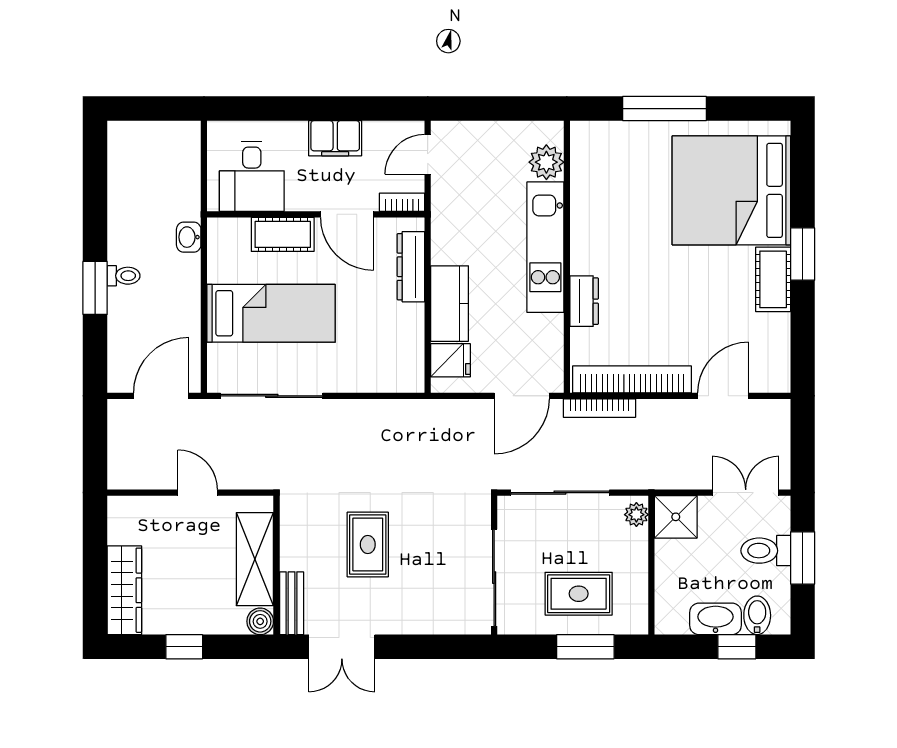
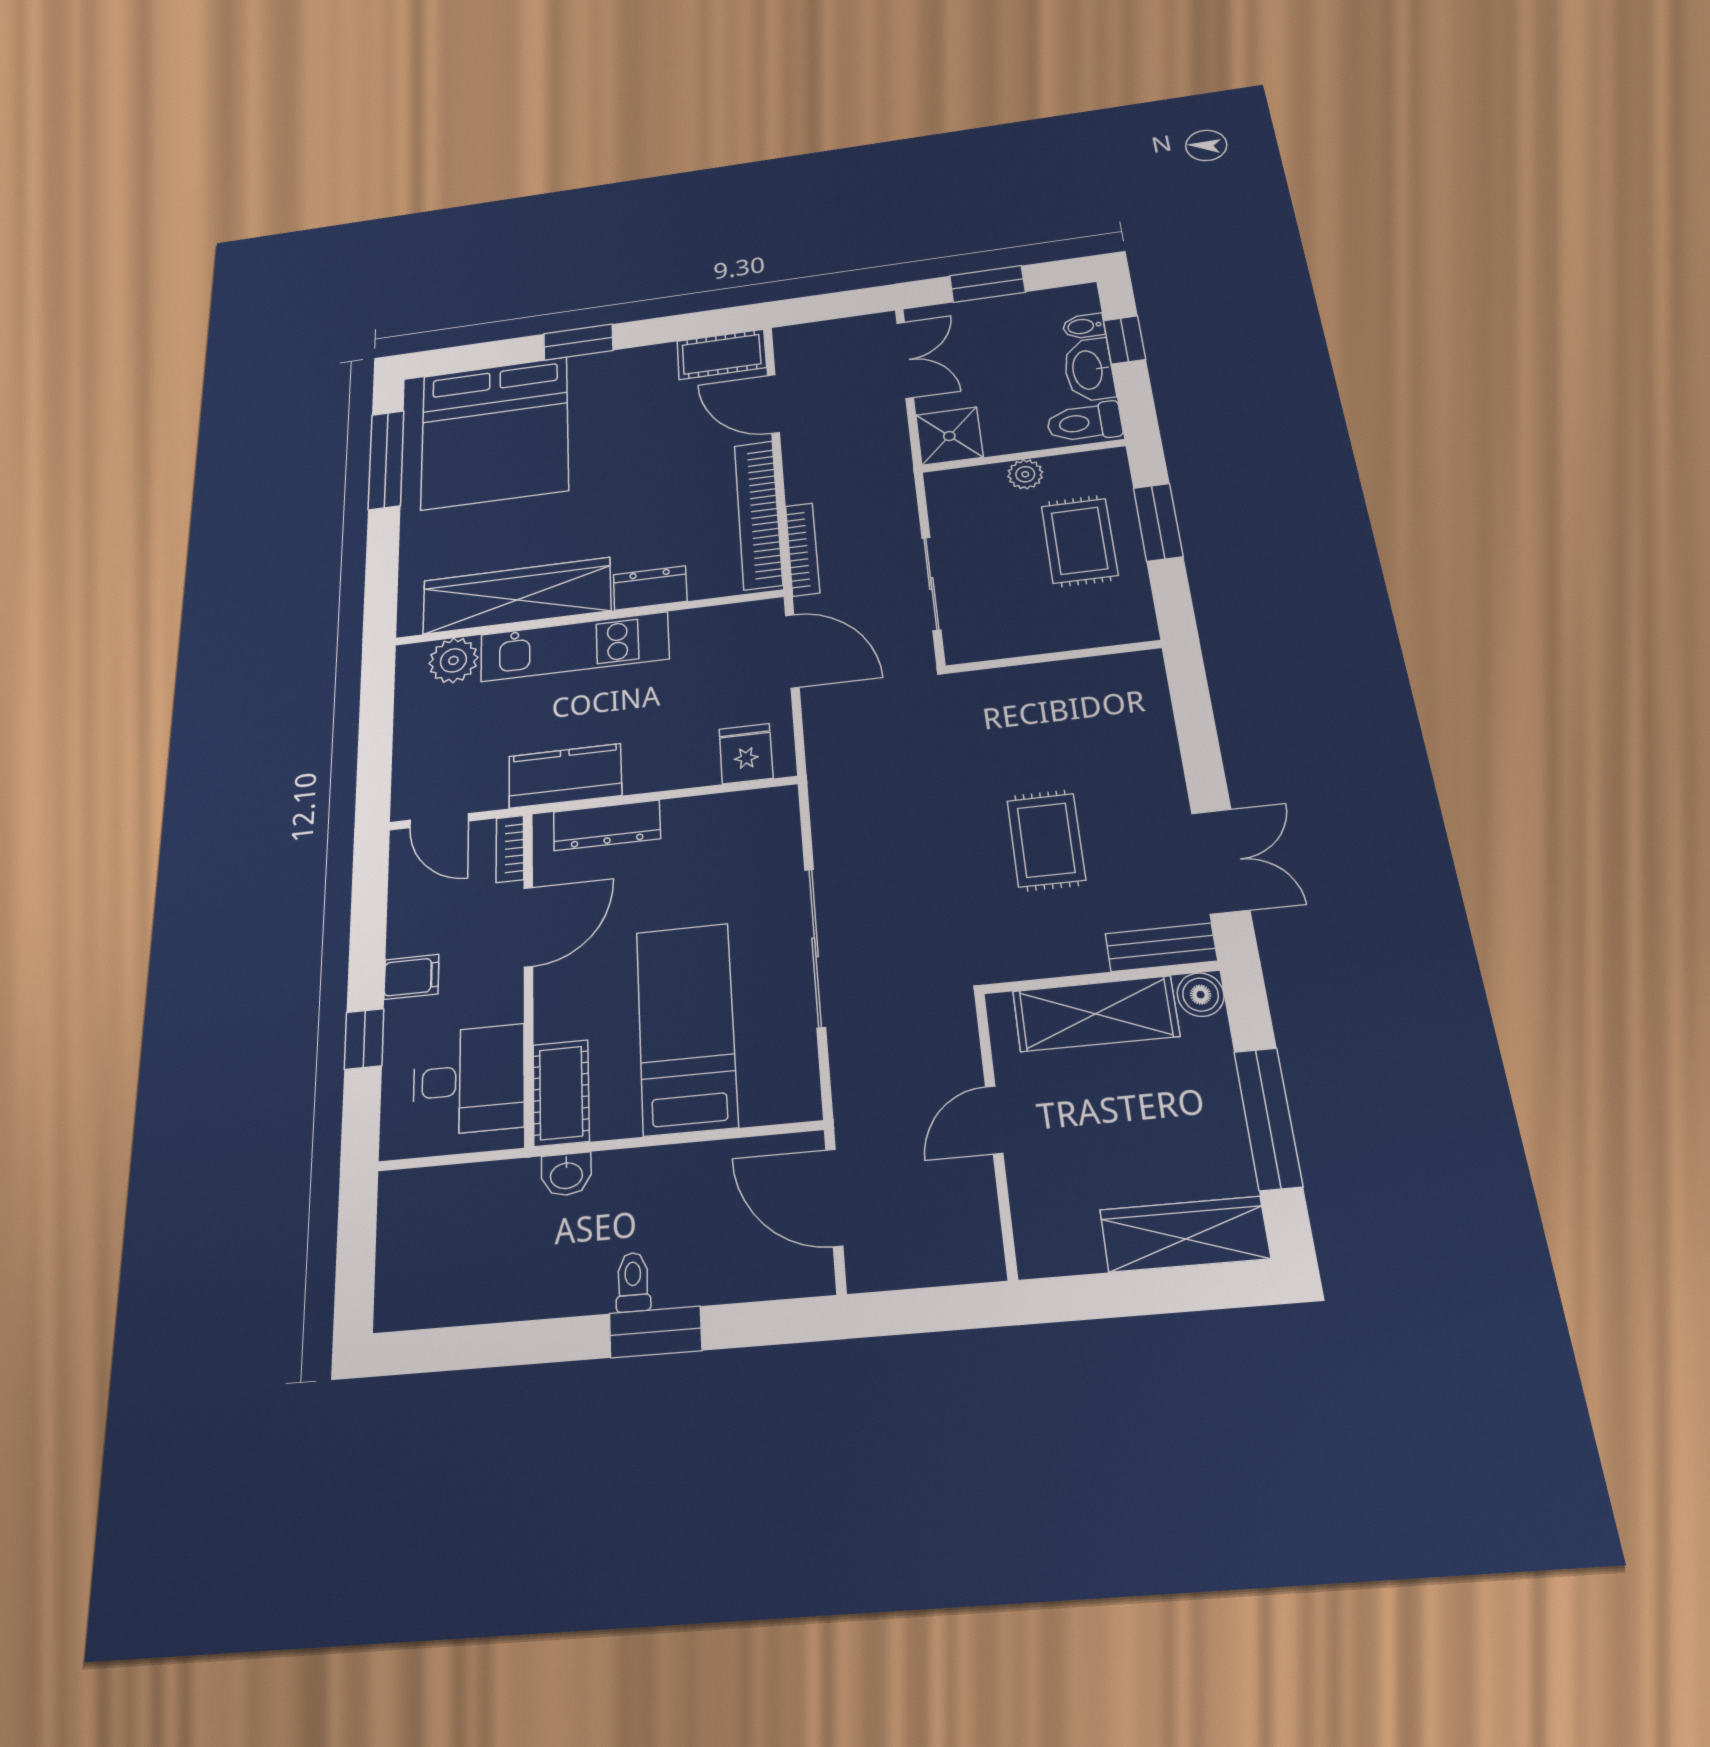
window: (284, 109) -> (364, 1039), added
window: (664, 109) -> (386, 460), moved
filing cabinet: (335, 138) -> (411, 977), width x0.50
wardrobe: (591, 207) -> (517, 596), added
cot: (283, 234) -> (561, 1093), moved
cot: (773, 279) -> (722, 354), moved
kitchen counter: (450, 304) -> (565, 776), moved
sliding door: (272, 396) -> (815, 947), moved
sliding door: (560, 493) -> (931, 583), width x0.73
double door: (746, 493) -> (905, 360), swing flipped
plant: (636, 515) -> (1025, 474), moved
rug: (368, 545) -> (1046, 840), turned 90
toilet: (766, 551) -> (1084, 422), moved, turned 90
sliding door: (494, 578) -> (1072, 655), removed
bidet: (757, 615) -> (1084, 326), width x0.72, depth x0.74
window: (184, 647) -> (1268, 1118), width x2.17

